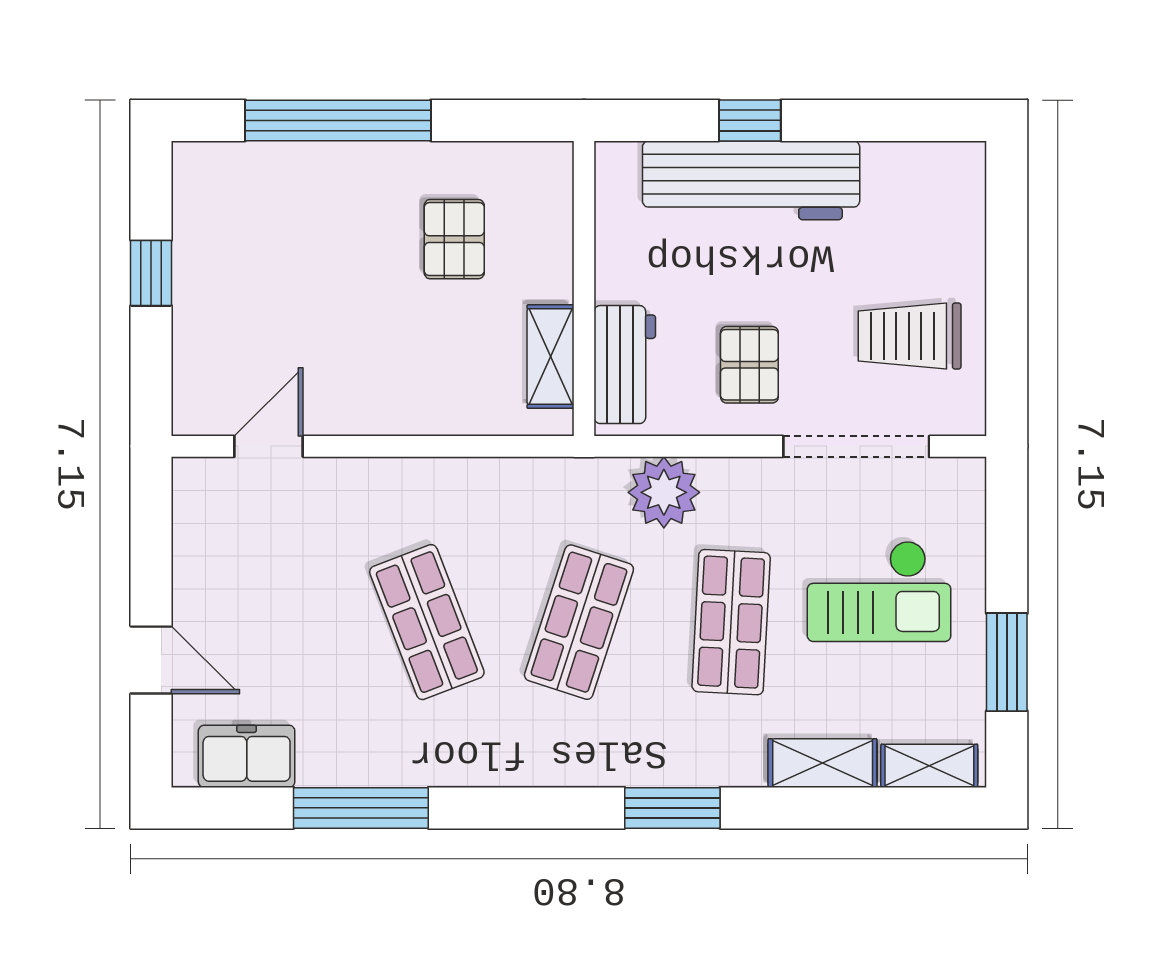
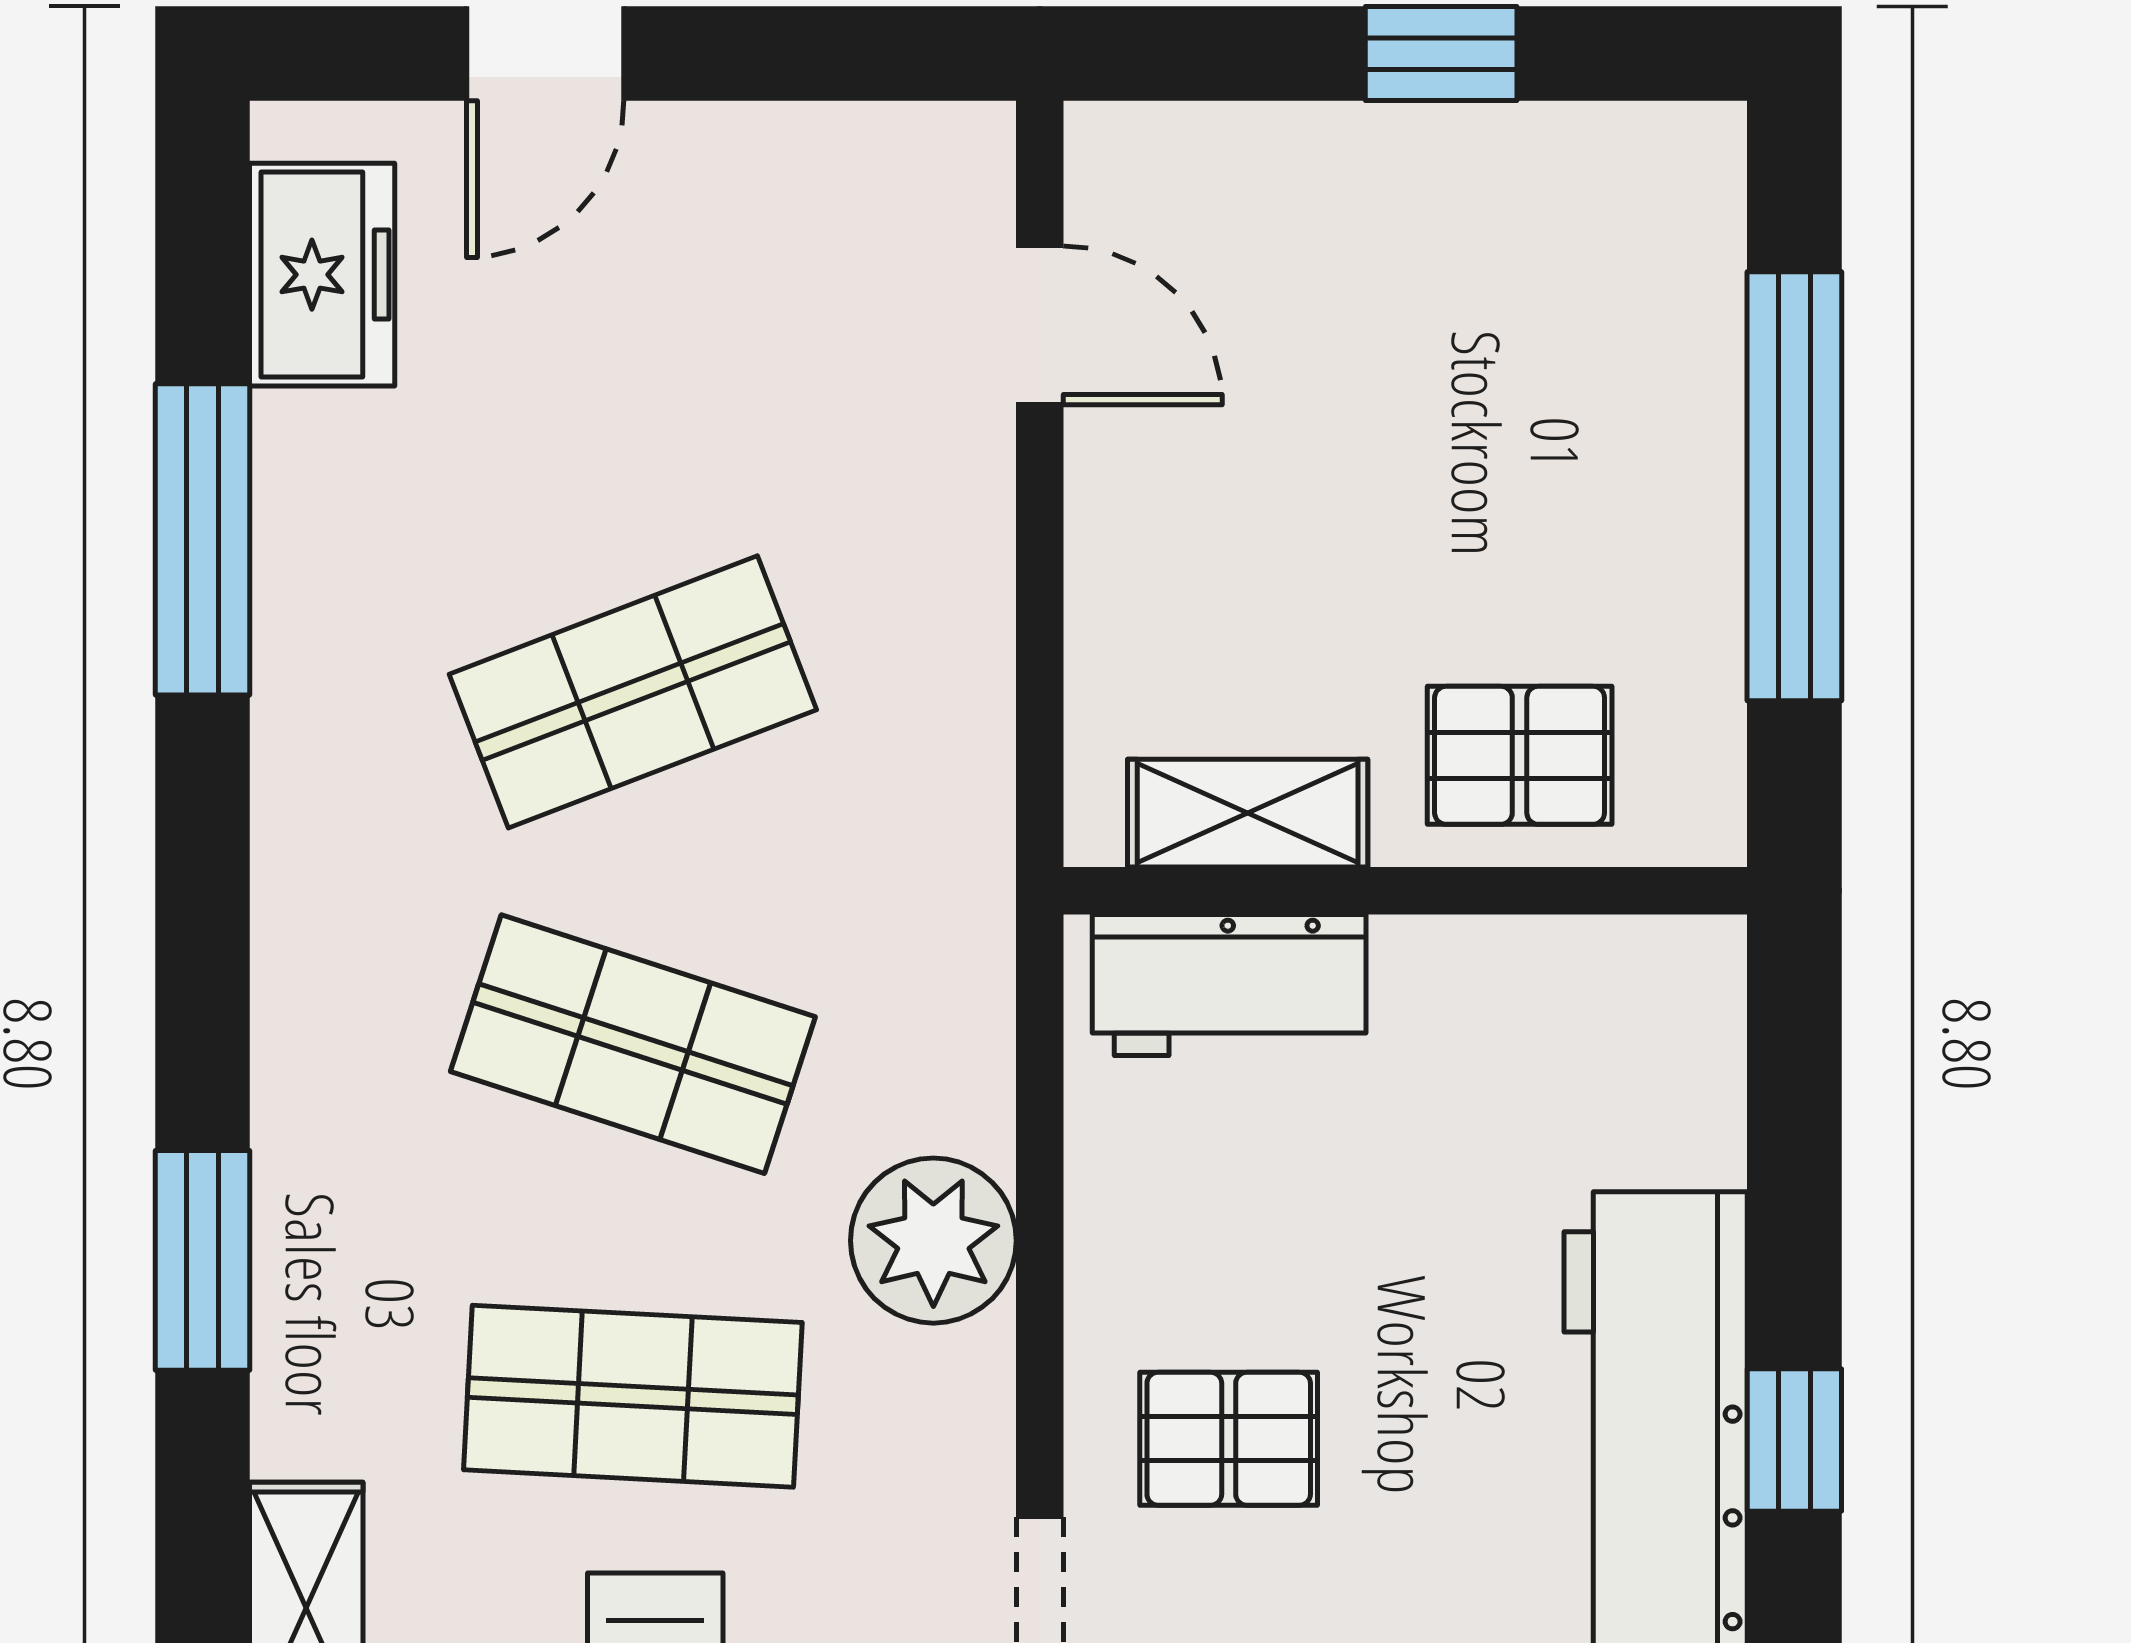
wall: (584, 288) -> (1405, 891), moved
shelving: (551, 357) -> (1248, 813), moved
workbench: (625, 365) -> (1229, 985), moved

